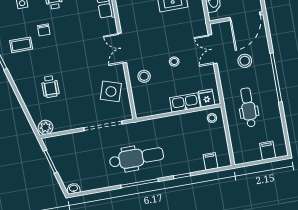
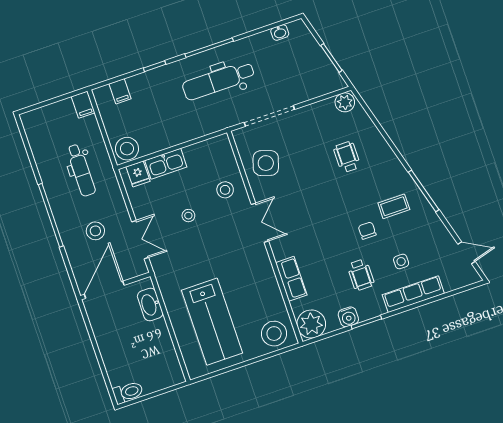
stool: (212, 118) -> (127, 149), width x1.89, depth x1.89
filing cabinet: (268, 151) -> (83, 105), moved
washbasin: (73, 189) -> (280, 32), moved

